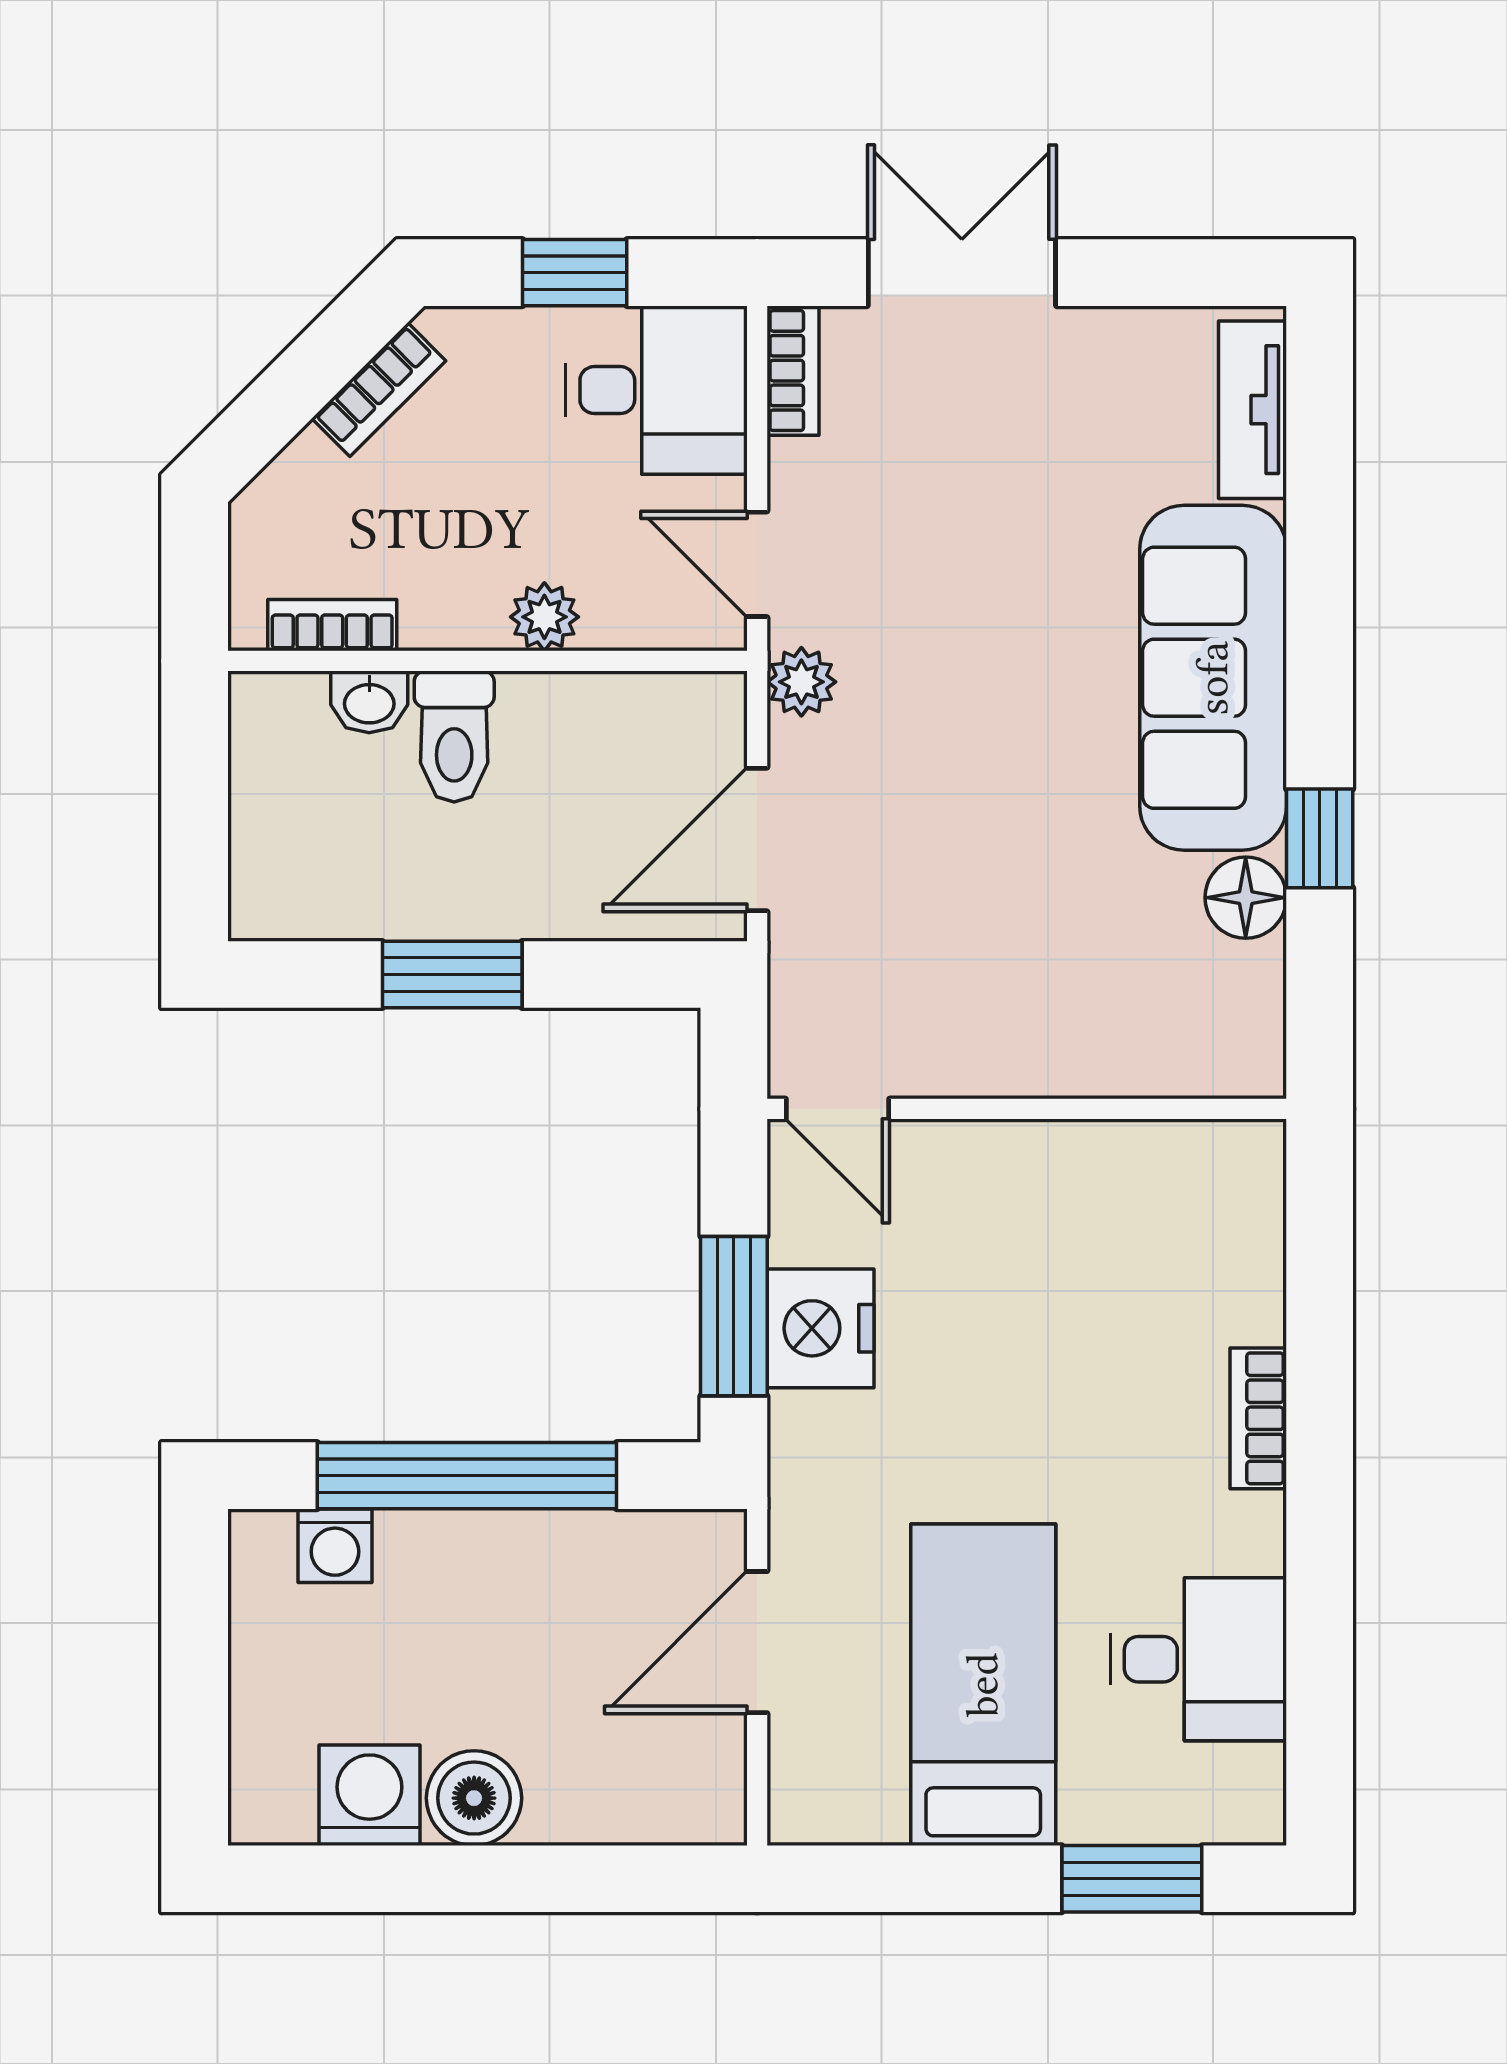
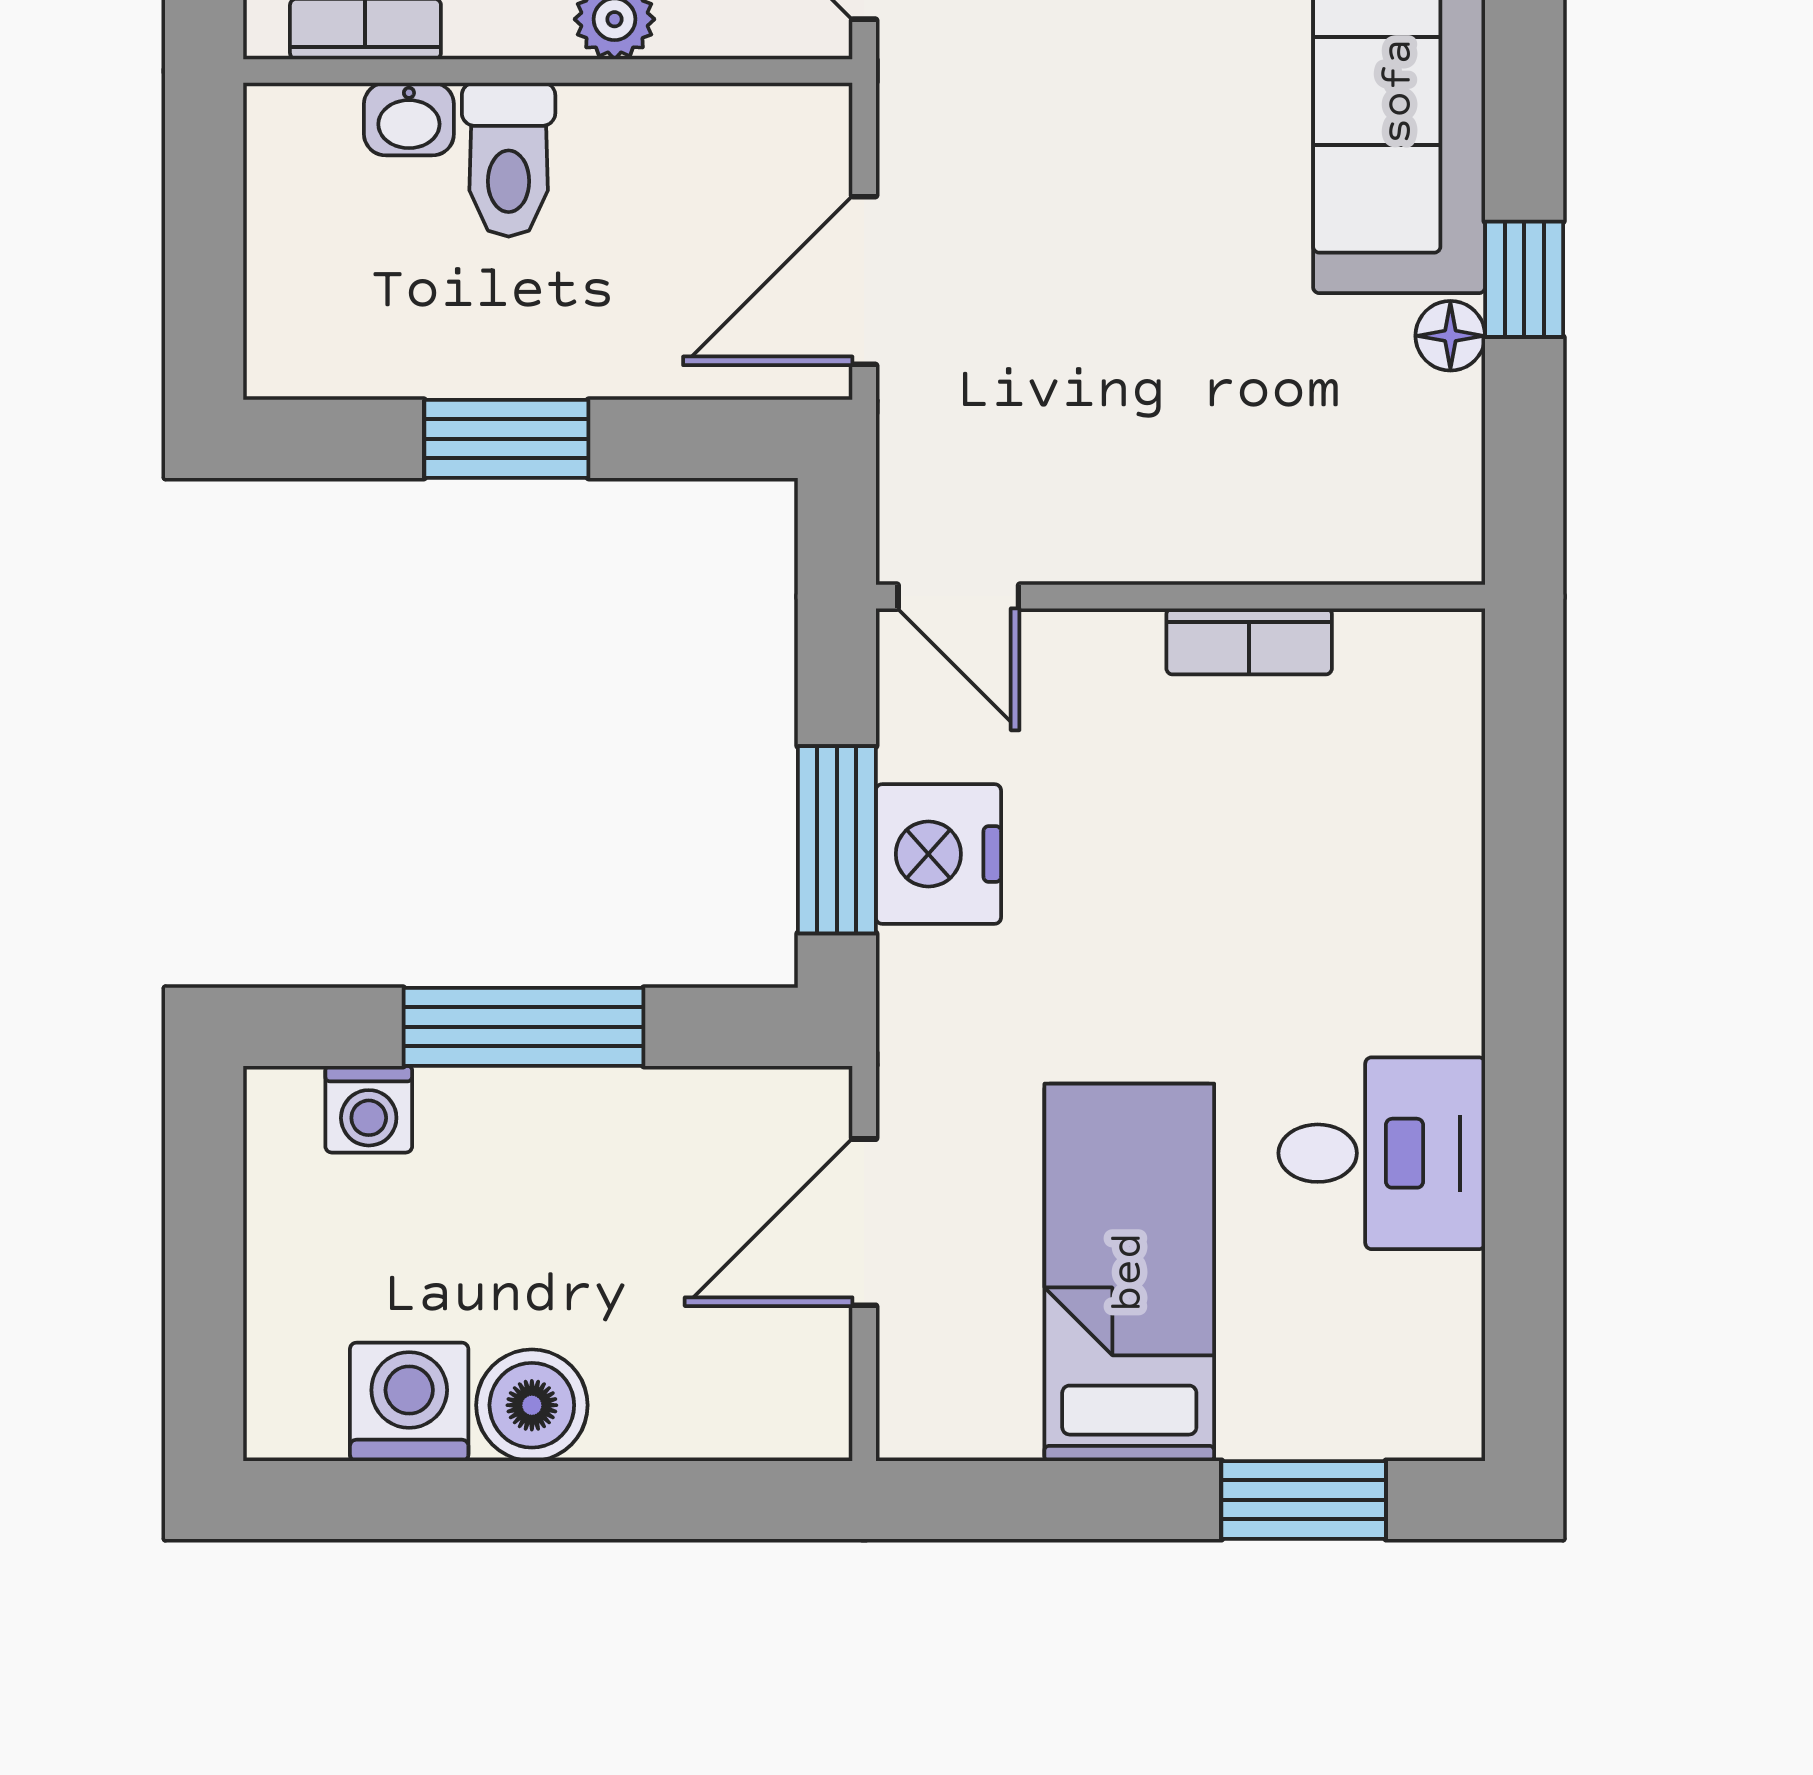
plant: (801, 682) -> (916, 95), removed
floor lamp: (1246, 898) -> (1450, 336), width x0.73, depth x0.73
bookcase: (1258, 1418) -> (1249, 641), moved, turned -90
window: (467, 1476) -> (524, 1027), width x0.68
desk: (1198, 1659) -> (1382, 1153), moved

